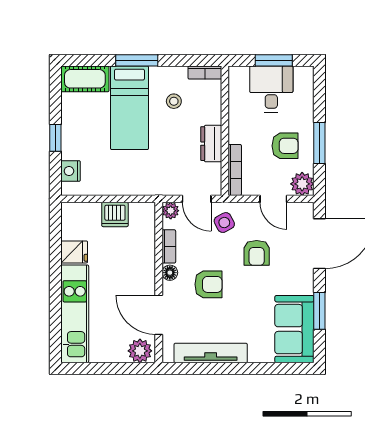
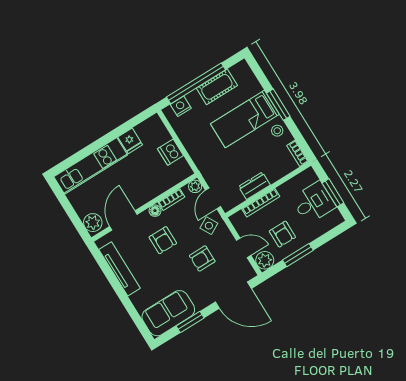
cot: (85, 79) -> (217, 87), moved, turned 90
stool: (174, 101) -> (277, 131), moved
window: (55, 138) -> (196, 83), width x3.17
bookcase: (235, 170) -> (261, 203), moved
door: (273, 199) -> (244, 248), swing flipped

